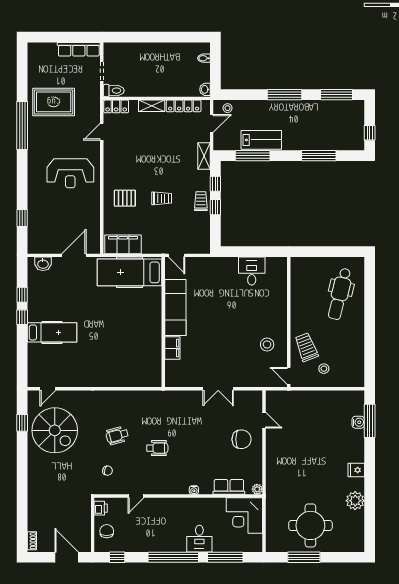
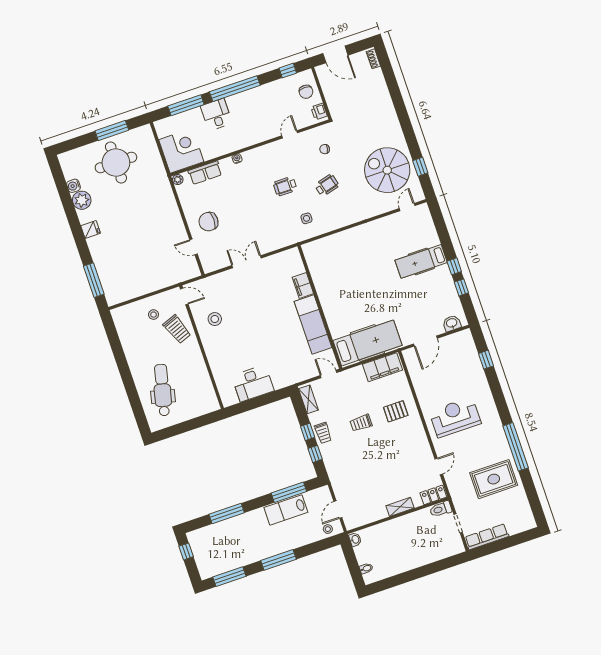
locker: (184, 106) -> (370, 517), removed
shelving: (204, 156) -> (308, 399), moved
desk: (252, 271) -> (253, 383), width x1.37
side table: (147, 411) -> (306, 218), added
water cooler: (358, 422) -> (74, 186), moved

